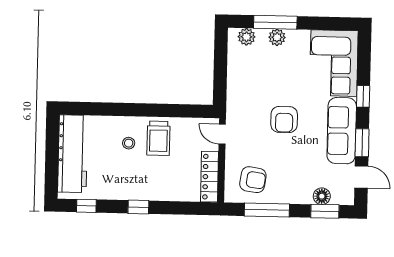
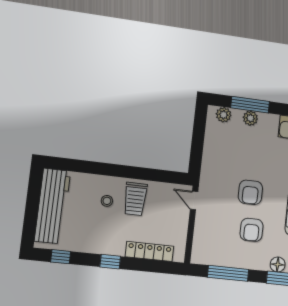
locker: (210, 177) -> (149, 251), moved, turned 90
armchair: (253, 180) -> (252, 230), moved, turned 82

